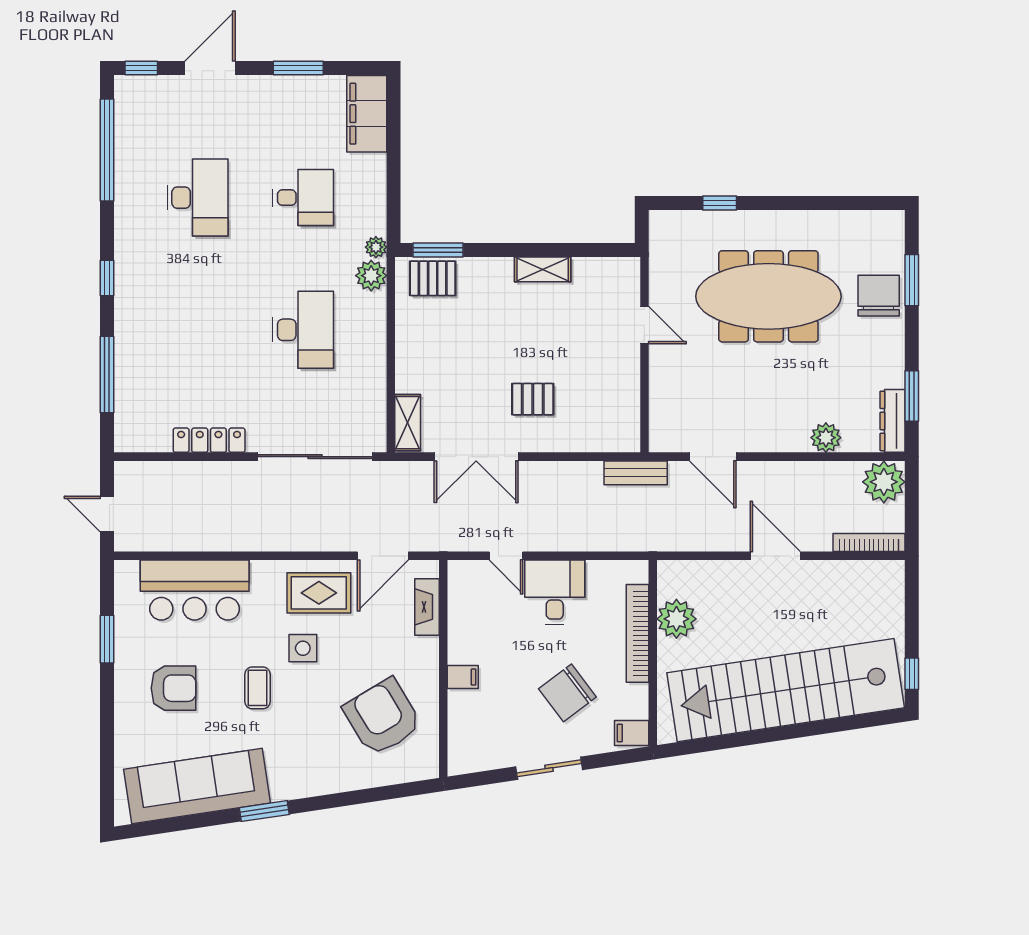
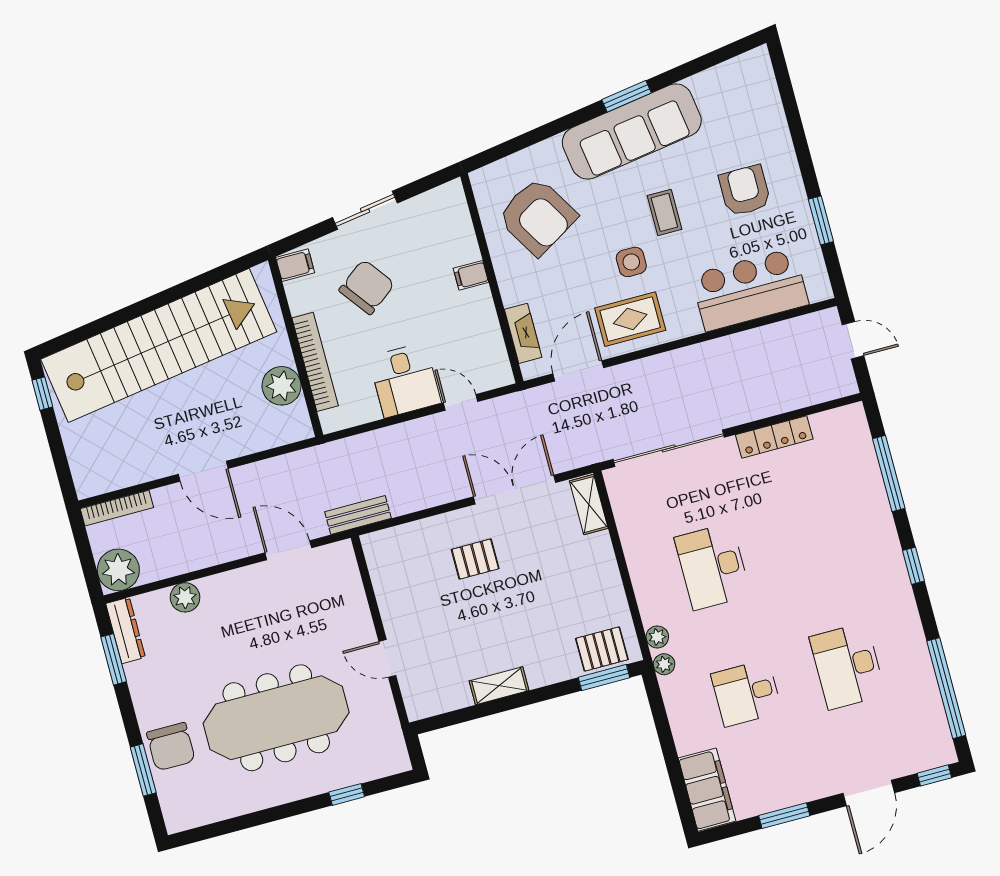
plant: (371, 276) -> (657, 637), width x0.73, depth x0.73
armchair: (173, 688) -> (745, 191), turned 90
sofa: (197, 786) -> (632, 131), moved

